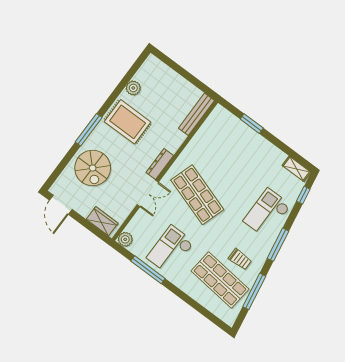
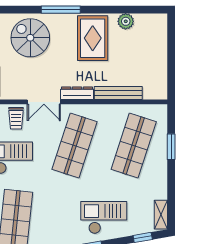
bench: (196, 114) -> (118, 93), moved
shop shelf: (230, 151) -> (134, 146), added
spiral stairs: (93, 168) -> (30, 38), turned 90
trolley: (240, 259) -> (16, 118), moved

